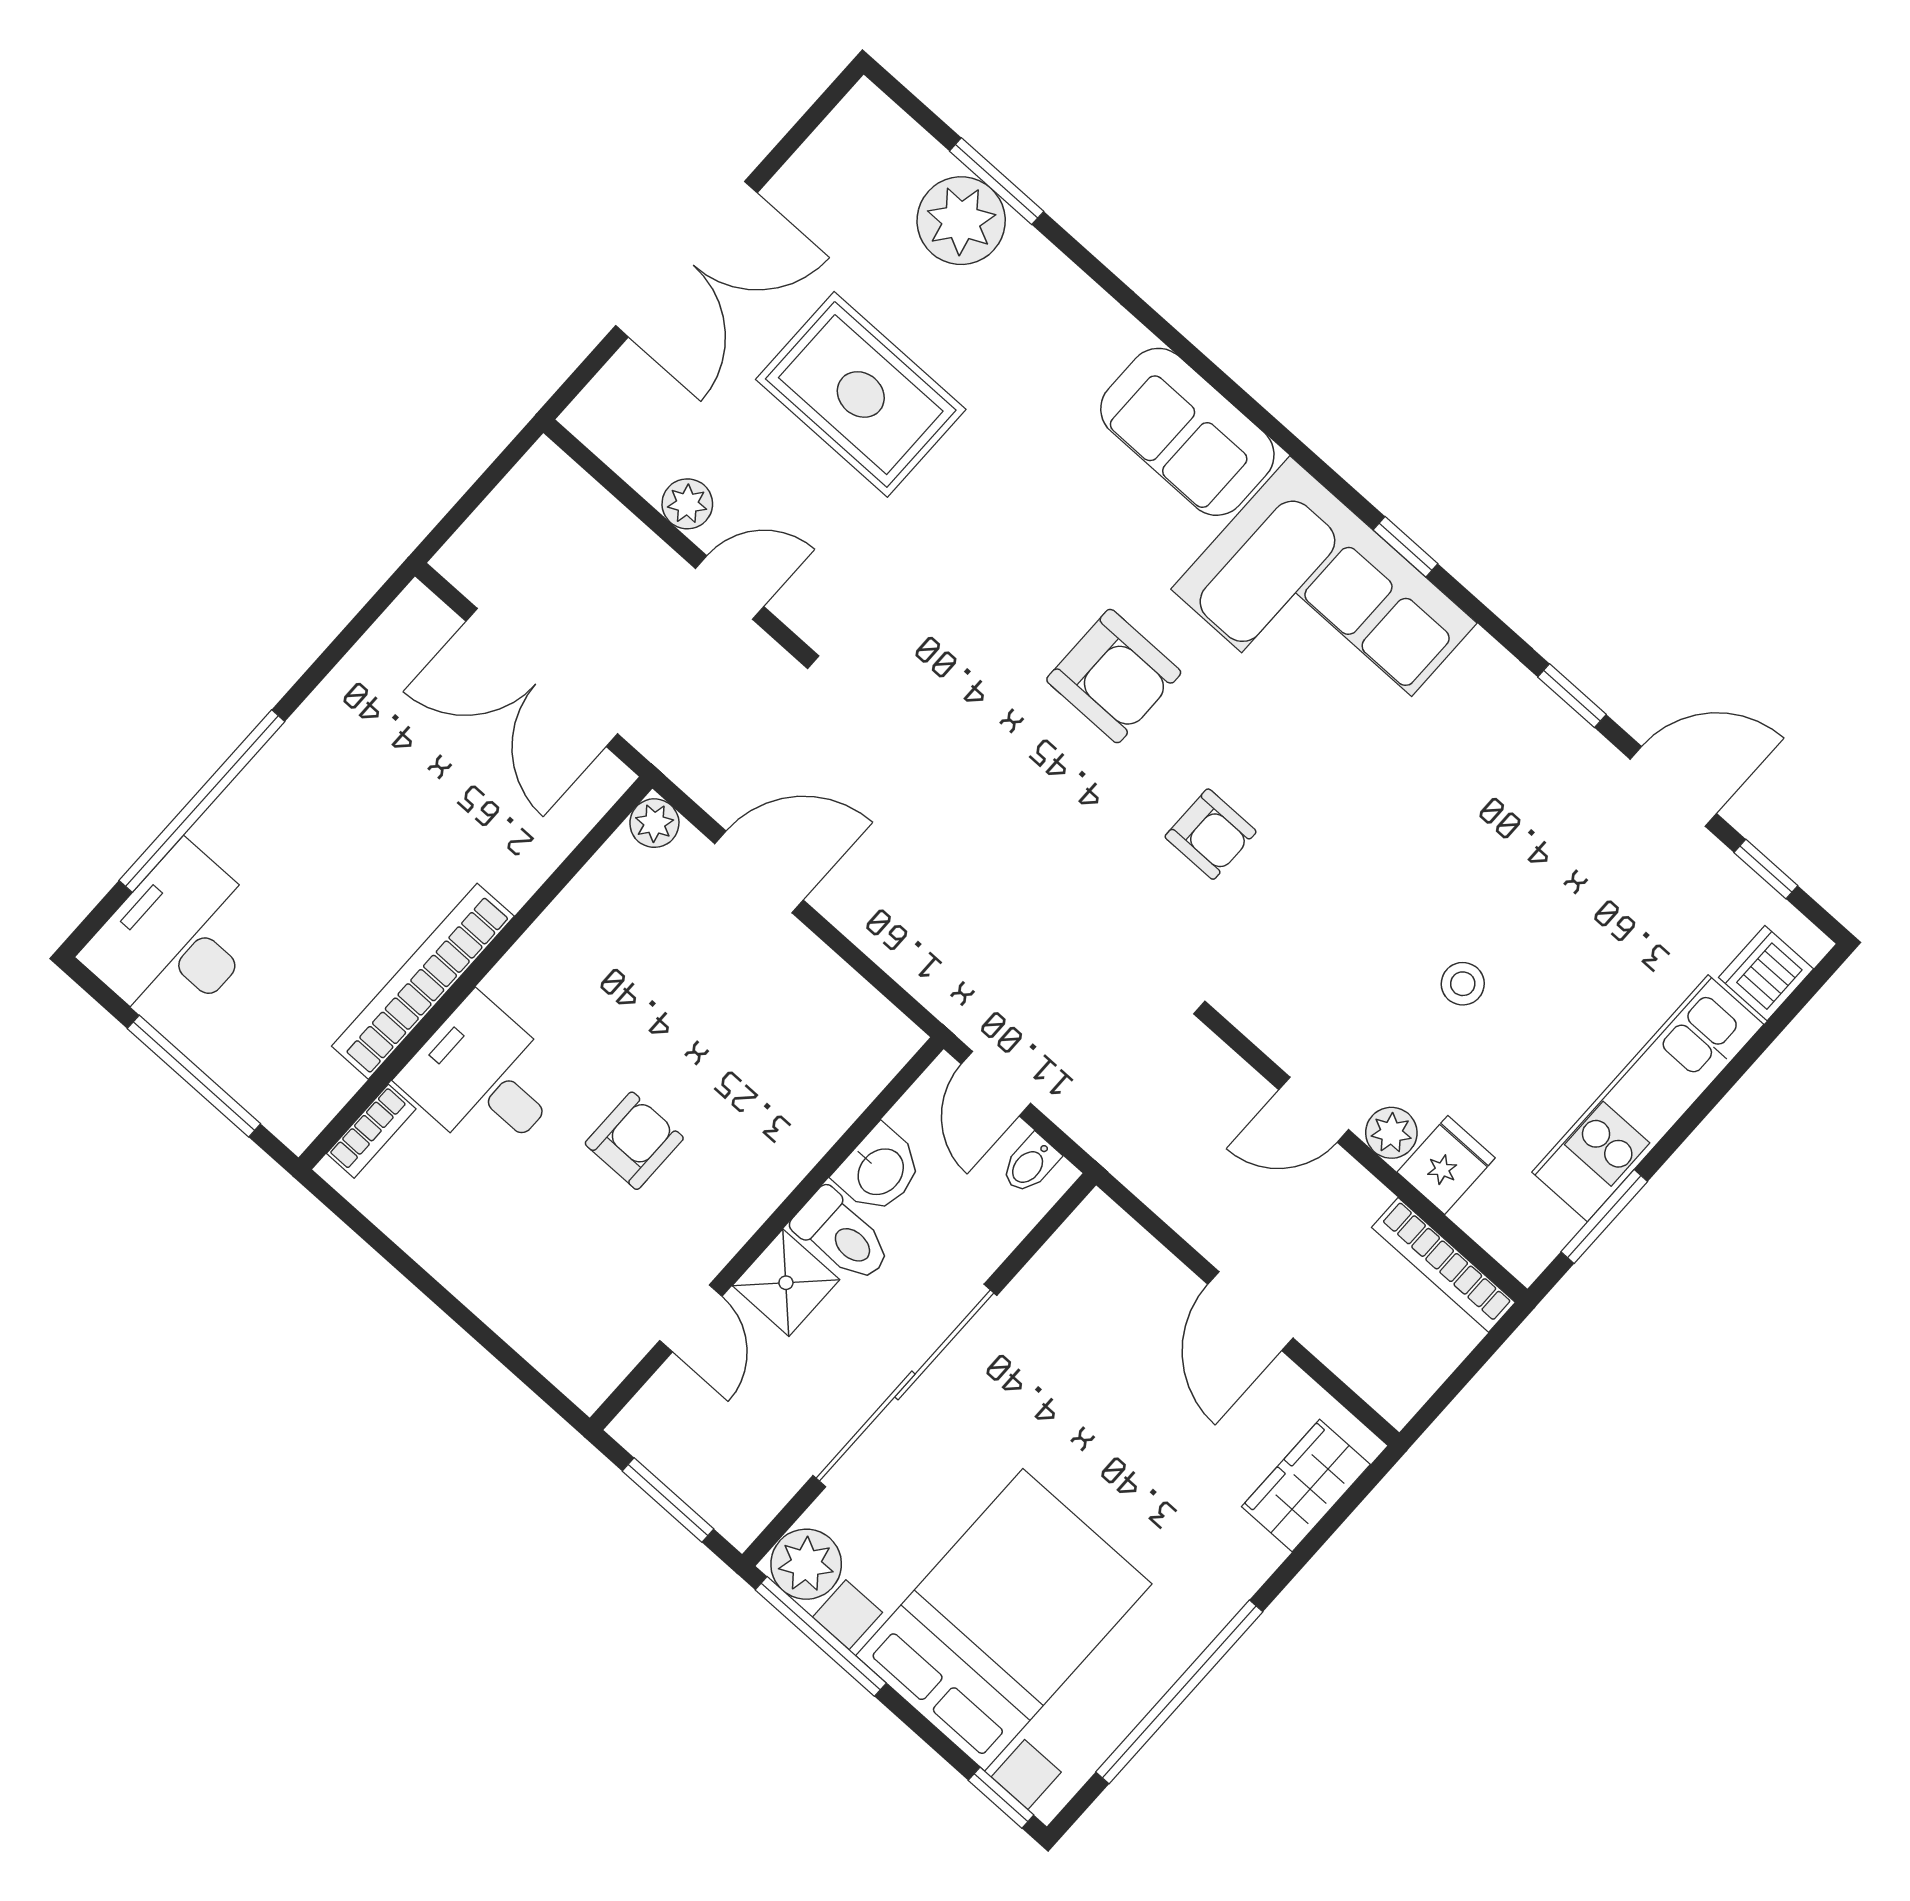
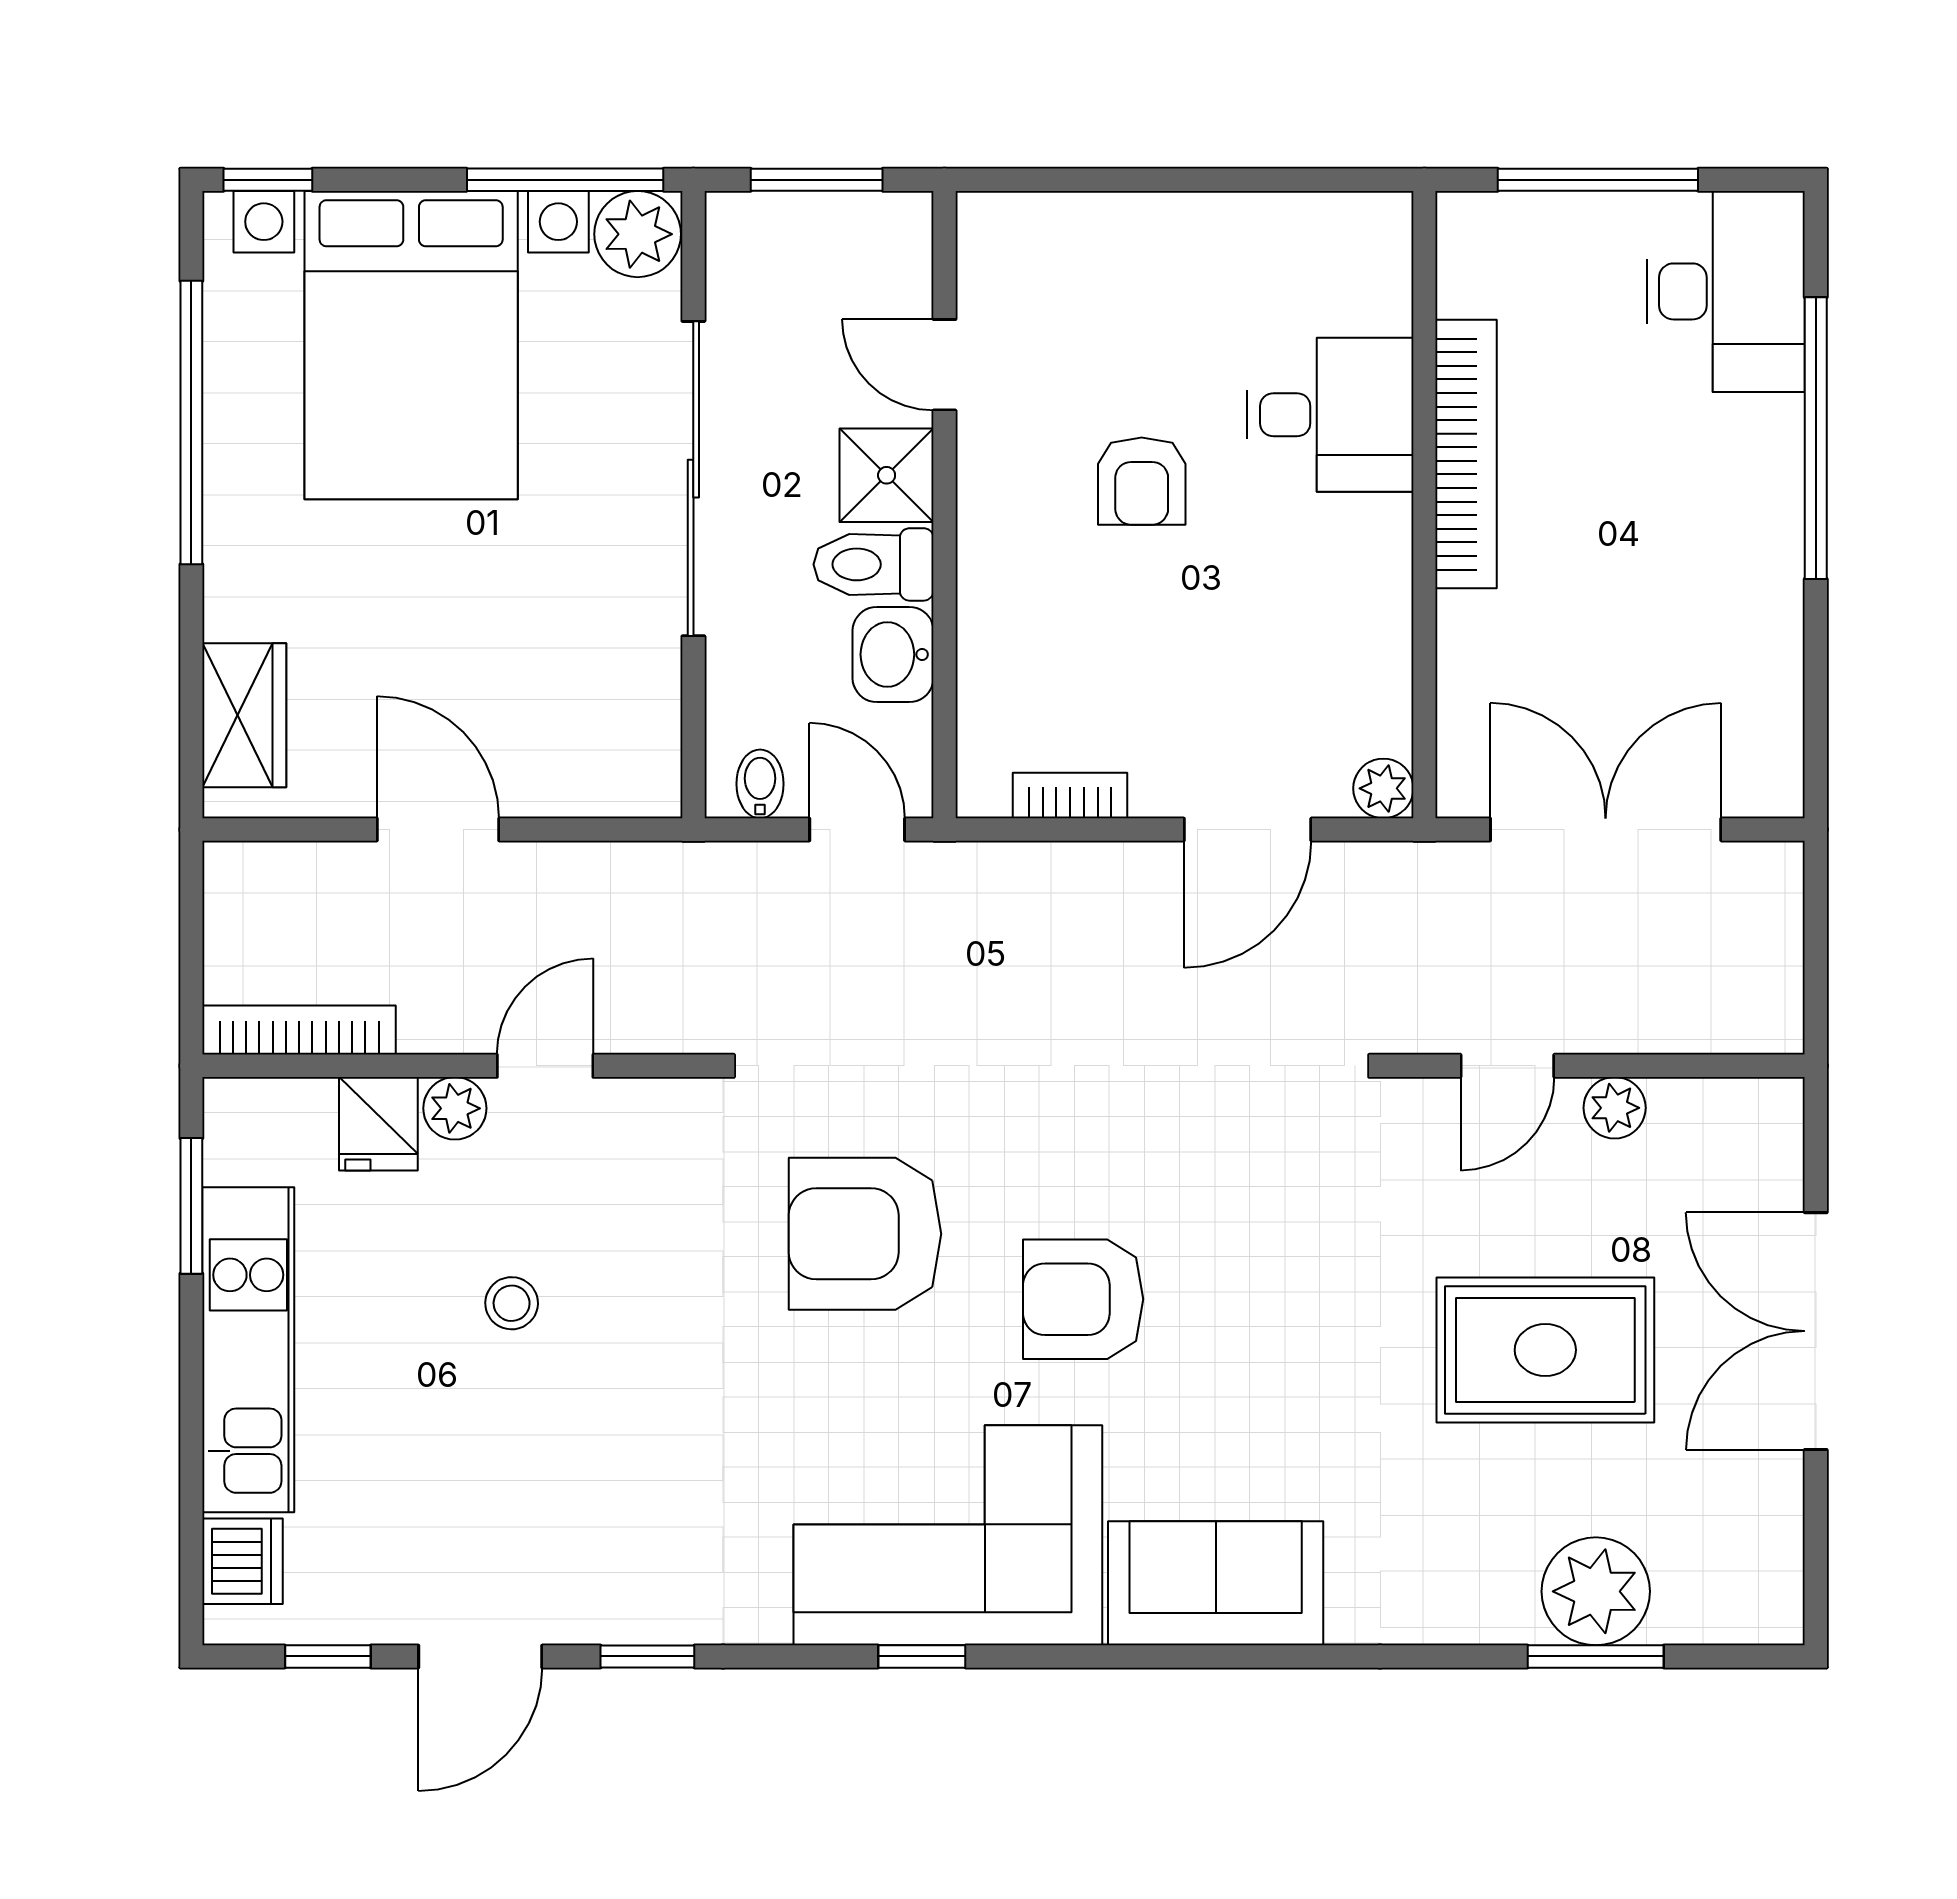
armchair: (1211, 834) -> (865, 1234), width x1.88, depth x1.88
bookcase: (371, 1131) -> (1070, 796), moved, turned 90

